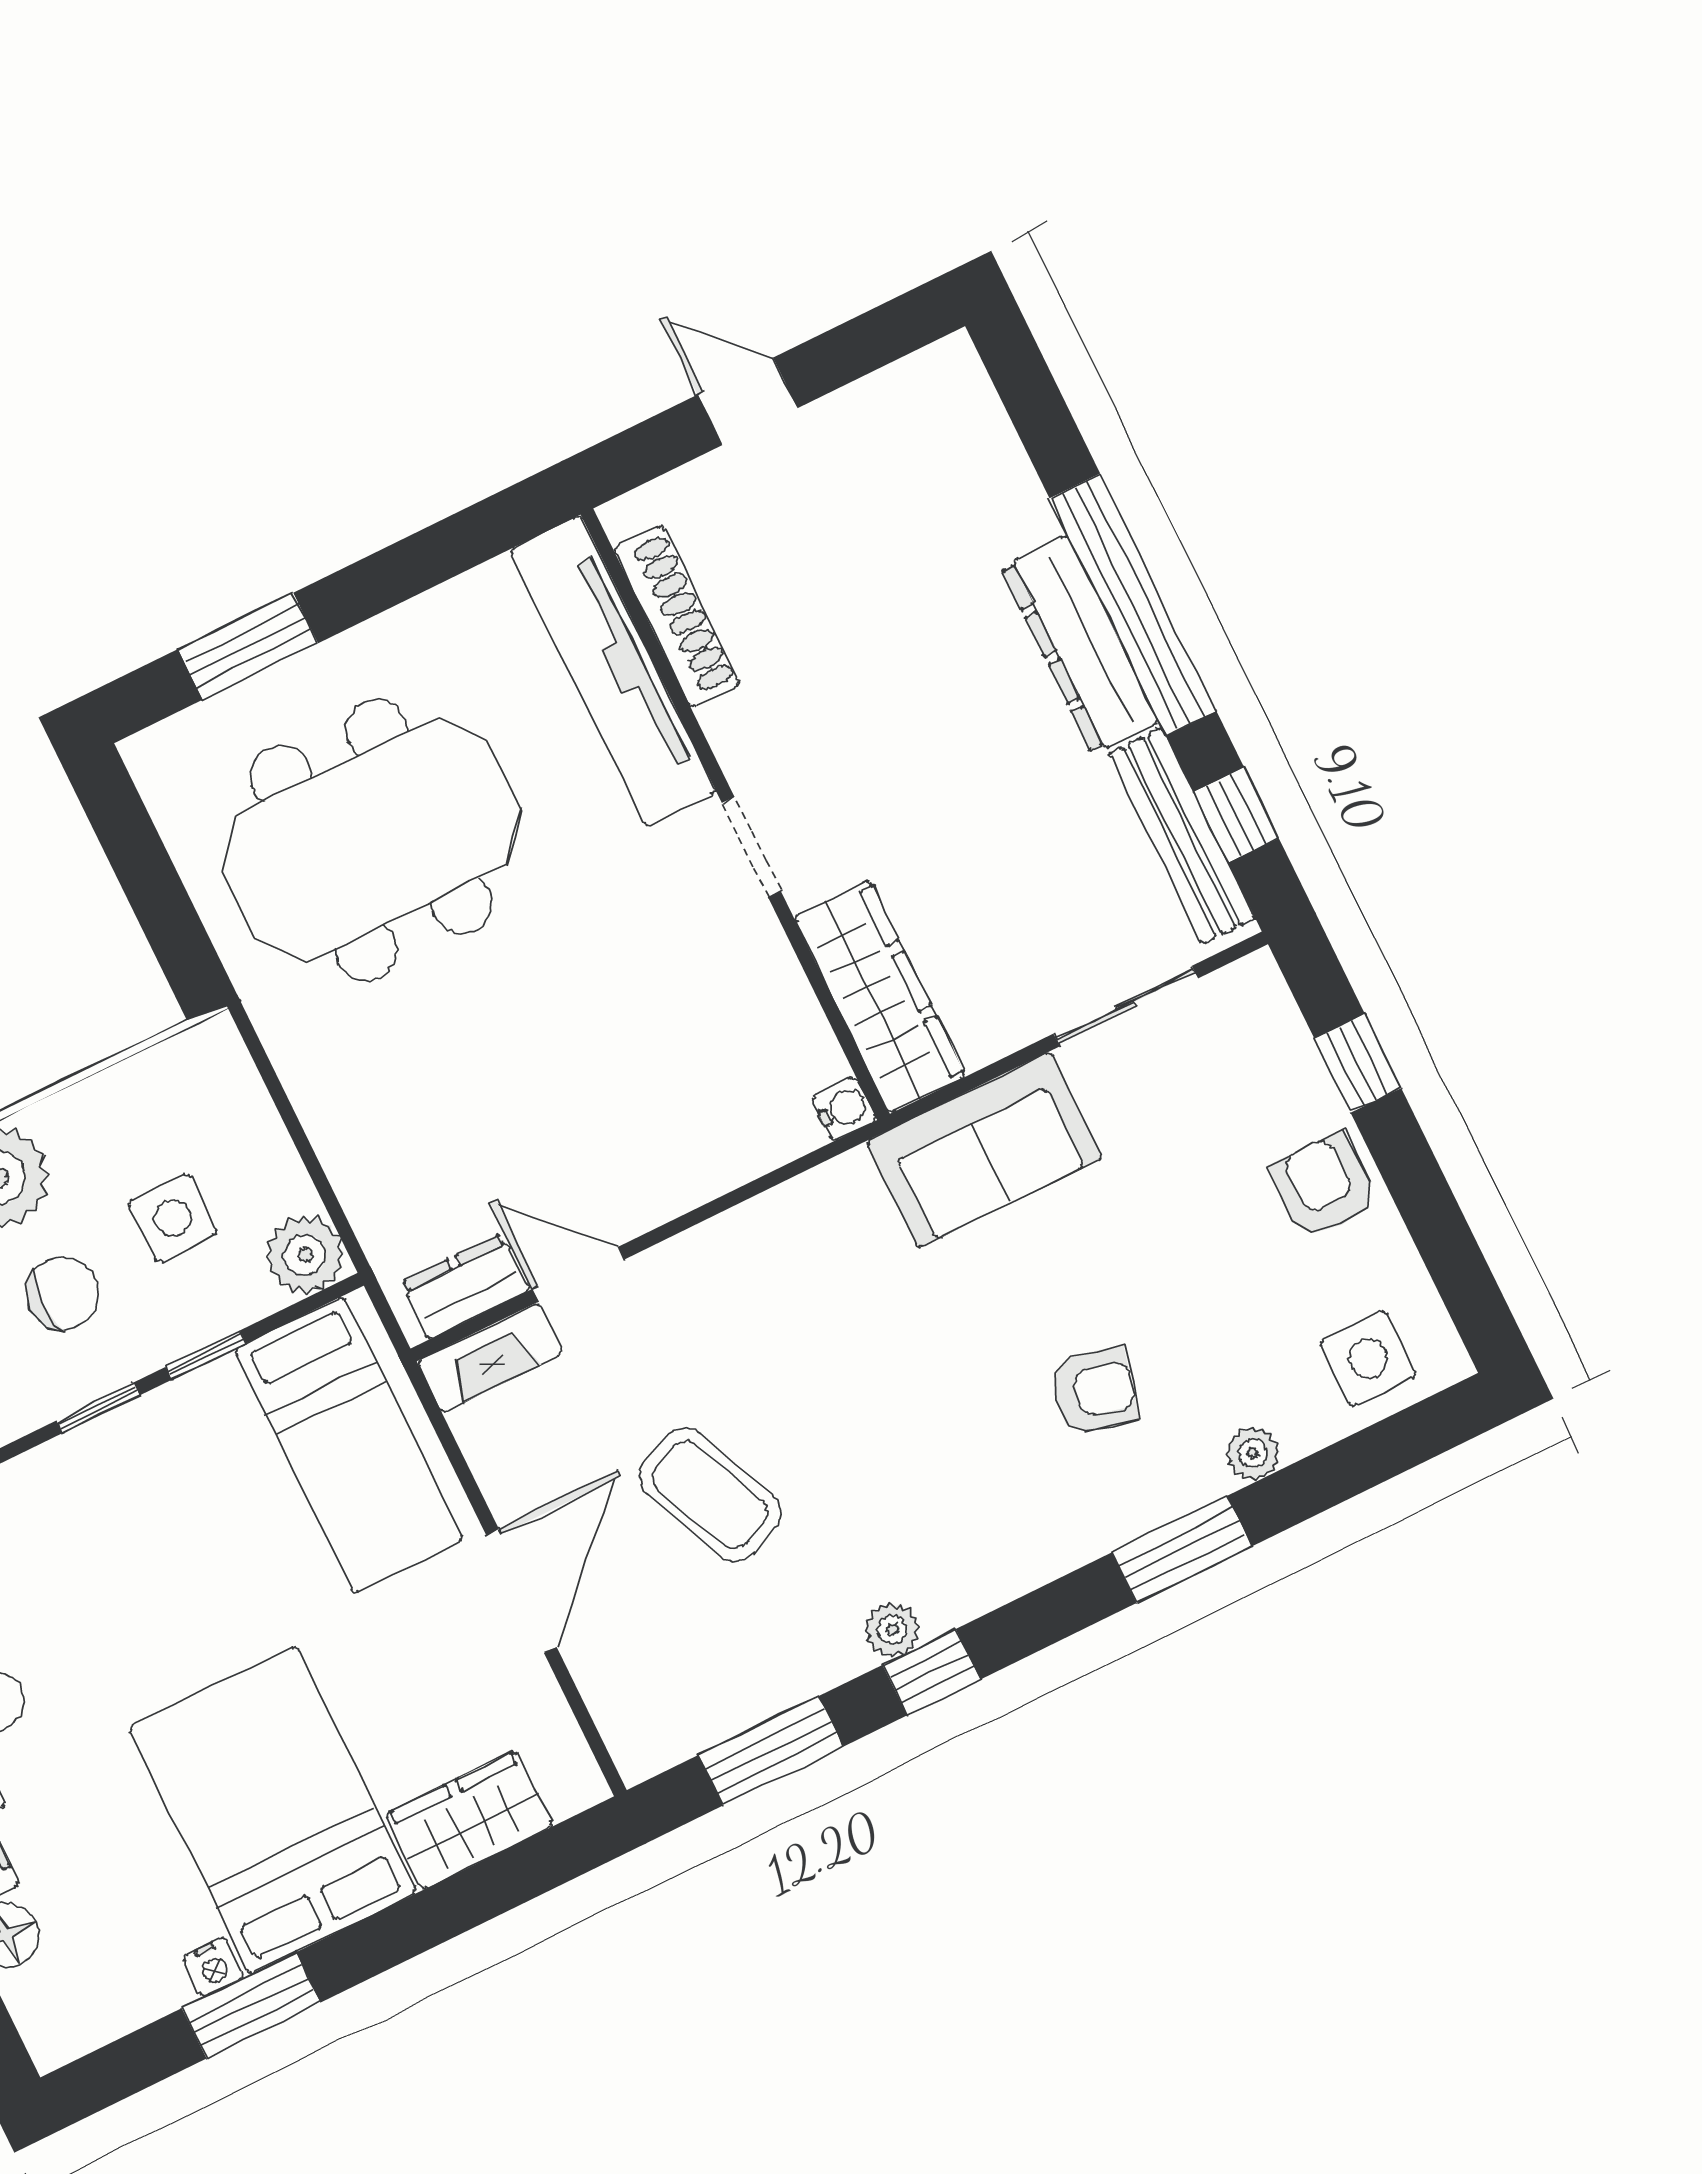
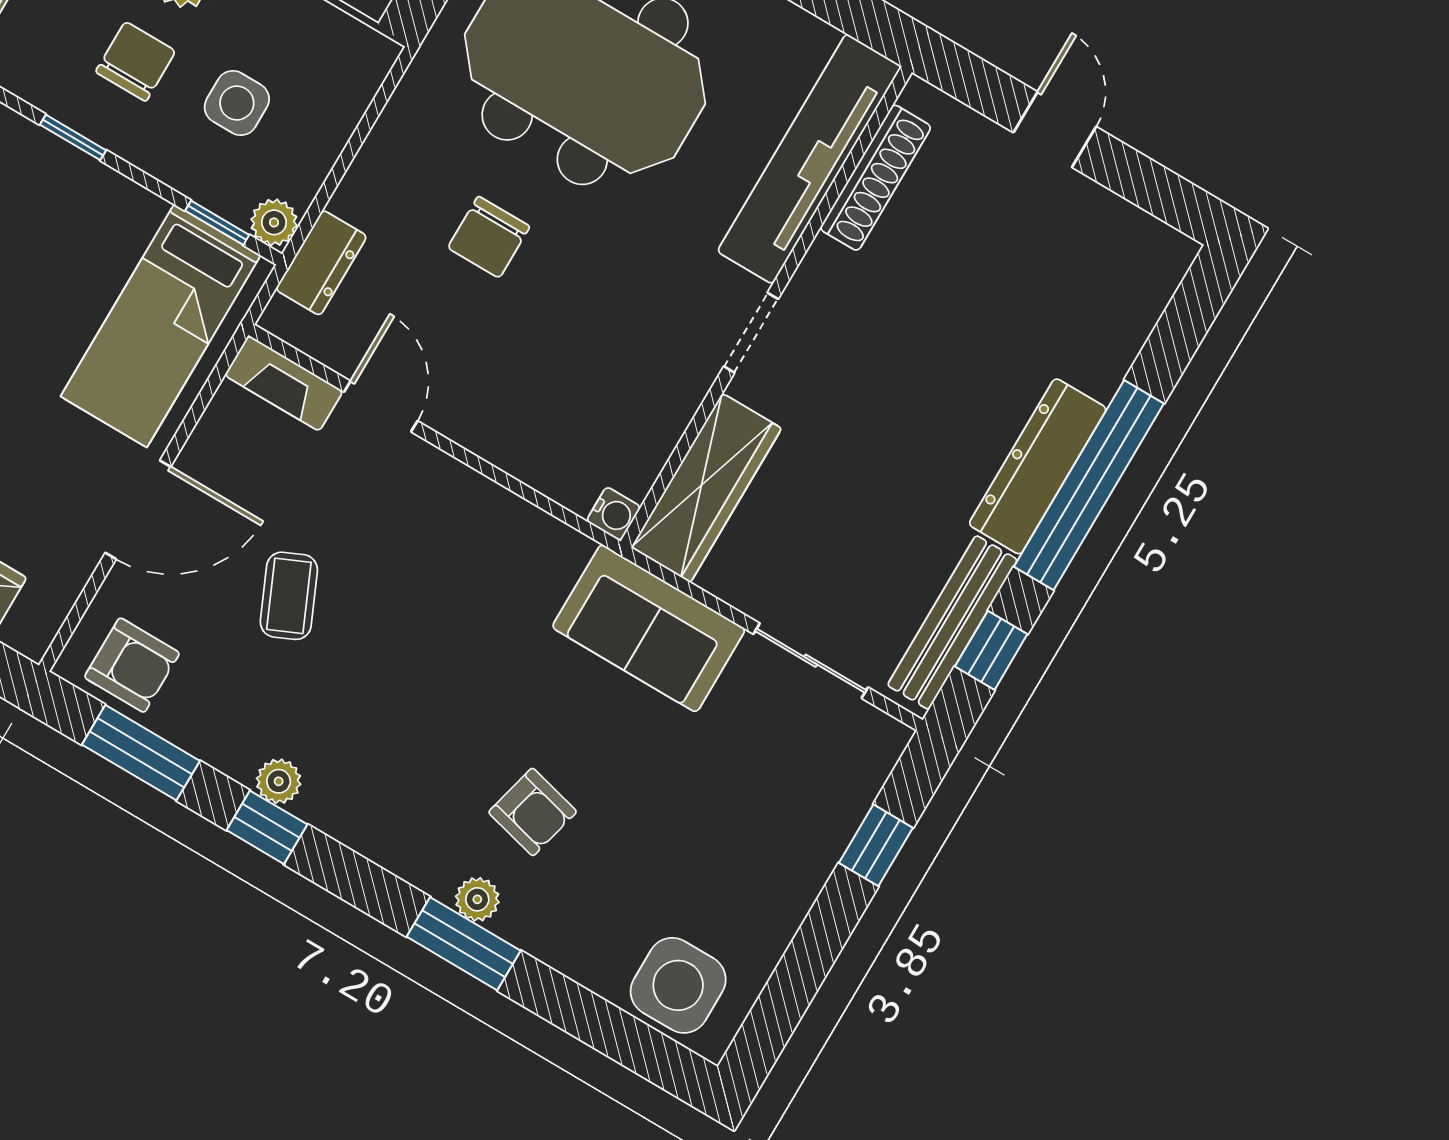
chair: (478, 1051) -> (489, 237), added
armchair: (1323, 1186) -> (132, 665), moved, turned 90
plant: (305, 1255) -> (274, 222), width x0.73, depth x0.73
dresser: (465, 1286) -> (321, 263), moved, turned 90
chair: (63, 1293) -> (136, 61), turned -90
window: (206, 1355) -> (217, 223), moved
side table: (1368, 1359) -> (678, 985), width x1.37, depth x1.37
plant: (1253, 1453) -> (477, 899), moved
coffee table: (710, 1495) -> (289, 596), width x0.73, depth x0.77

